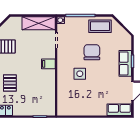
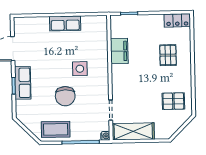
filing cabinet: (48, 64) -> (119, 51), moved, width x2.00
row of seats: (119, 110) -> (65, 23), moved

